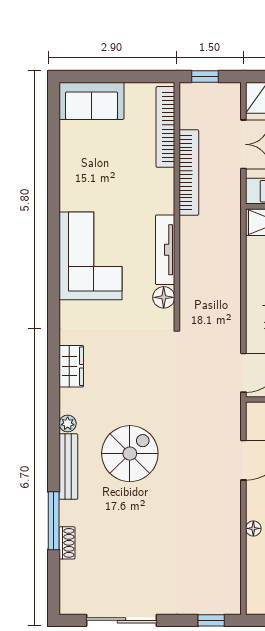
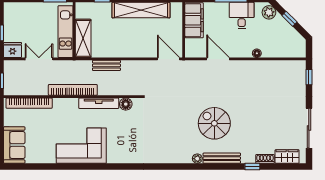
bookcase: (189, 173) -> (73, 90), moved
corner sofa: (91, 256) -> (81, 146), moved
bench: (232, 263) -> (106, 65), added
wardrobe: (71, 366) -> (287, 157), moved
window: (54, 521) -> (252, 167), width x0.46

